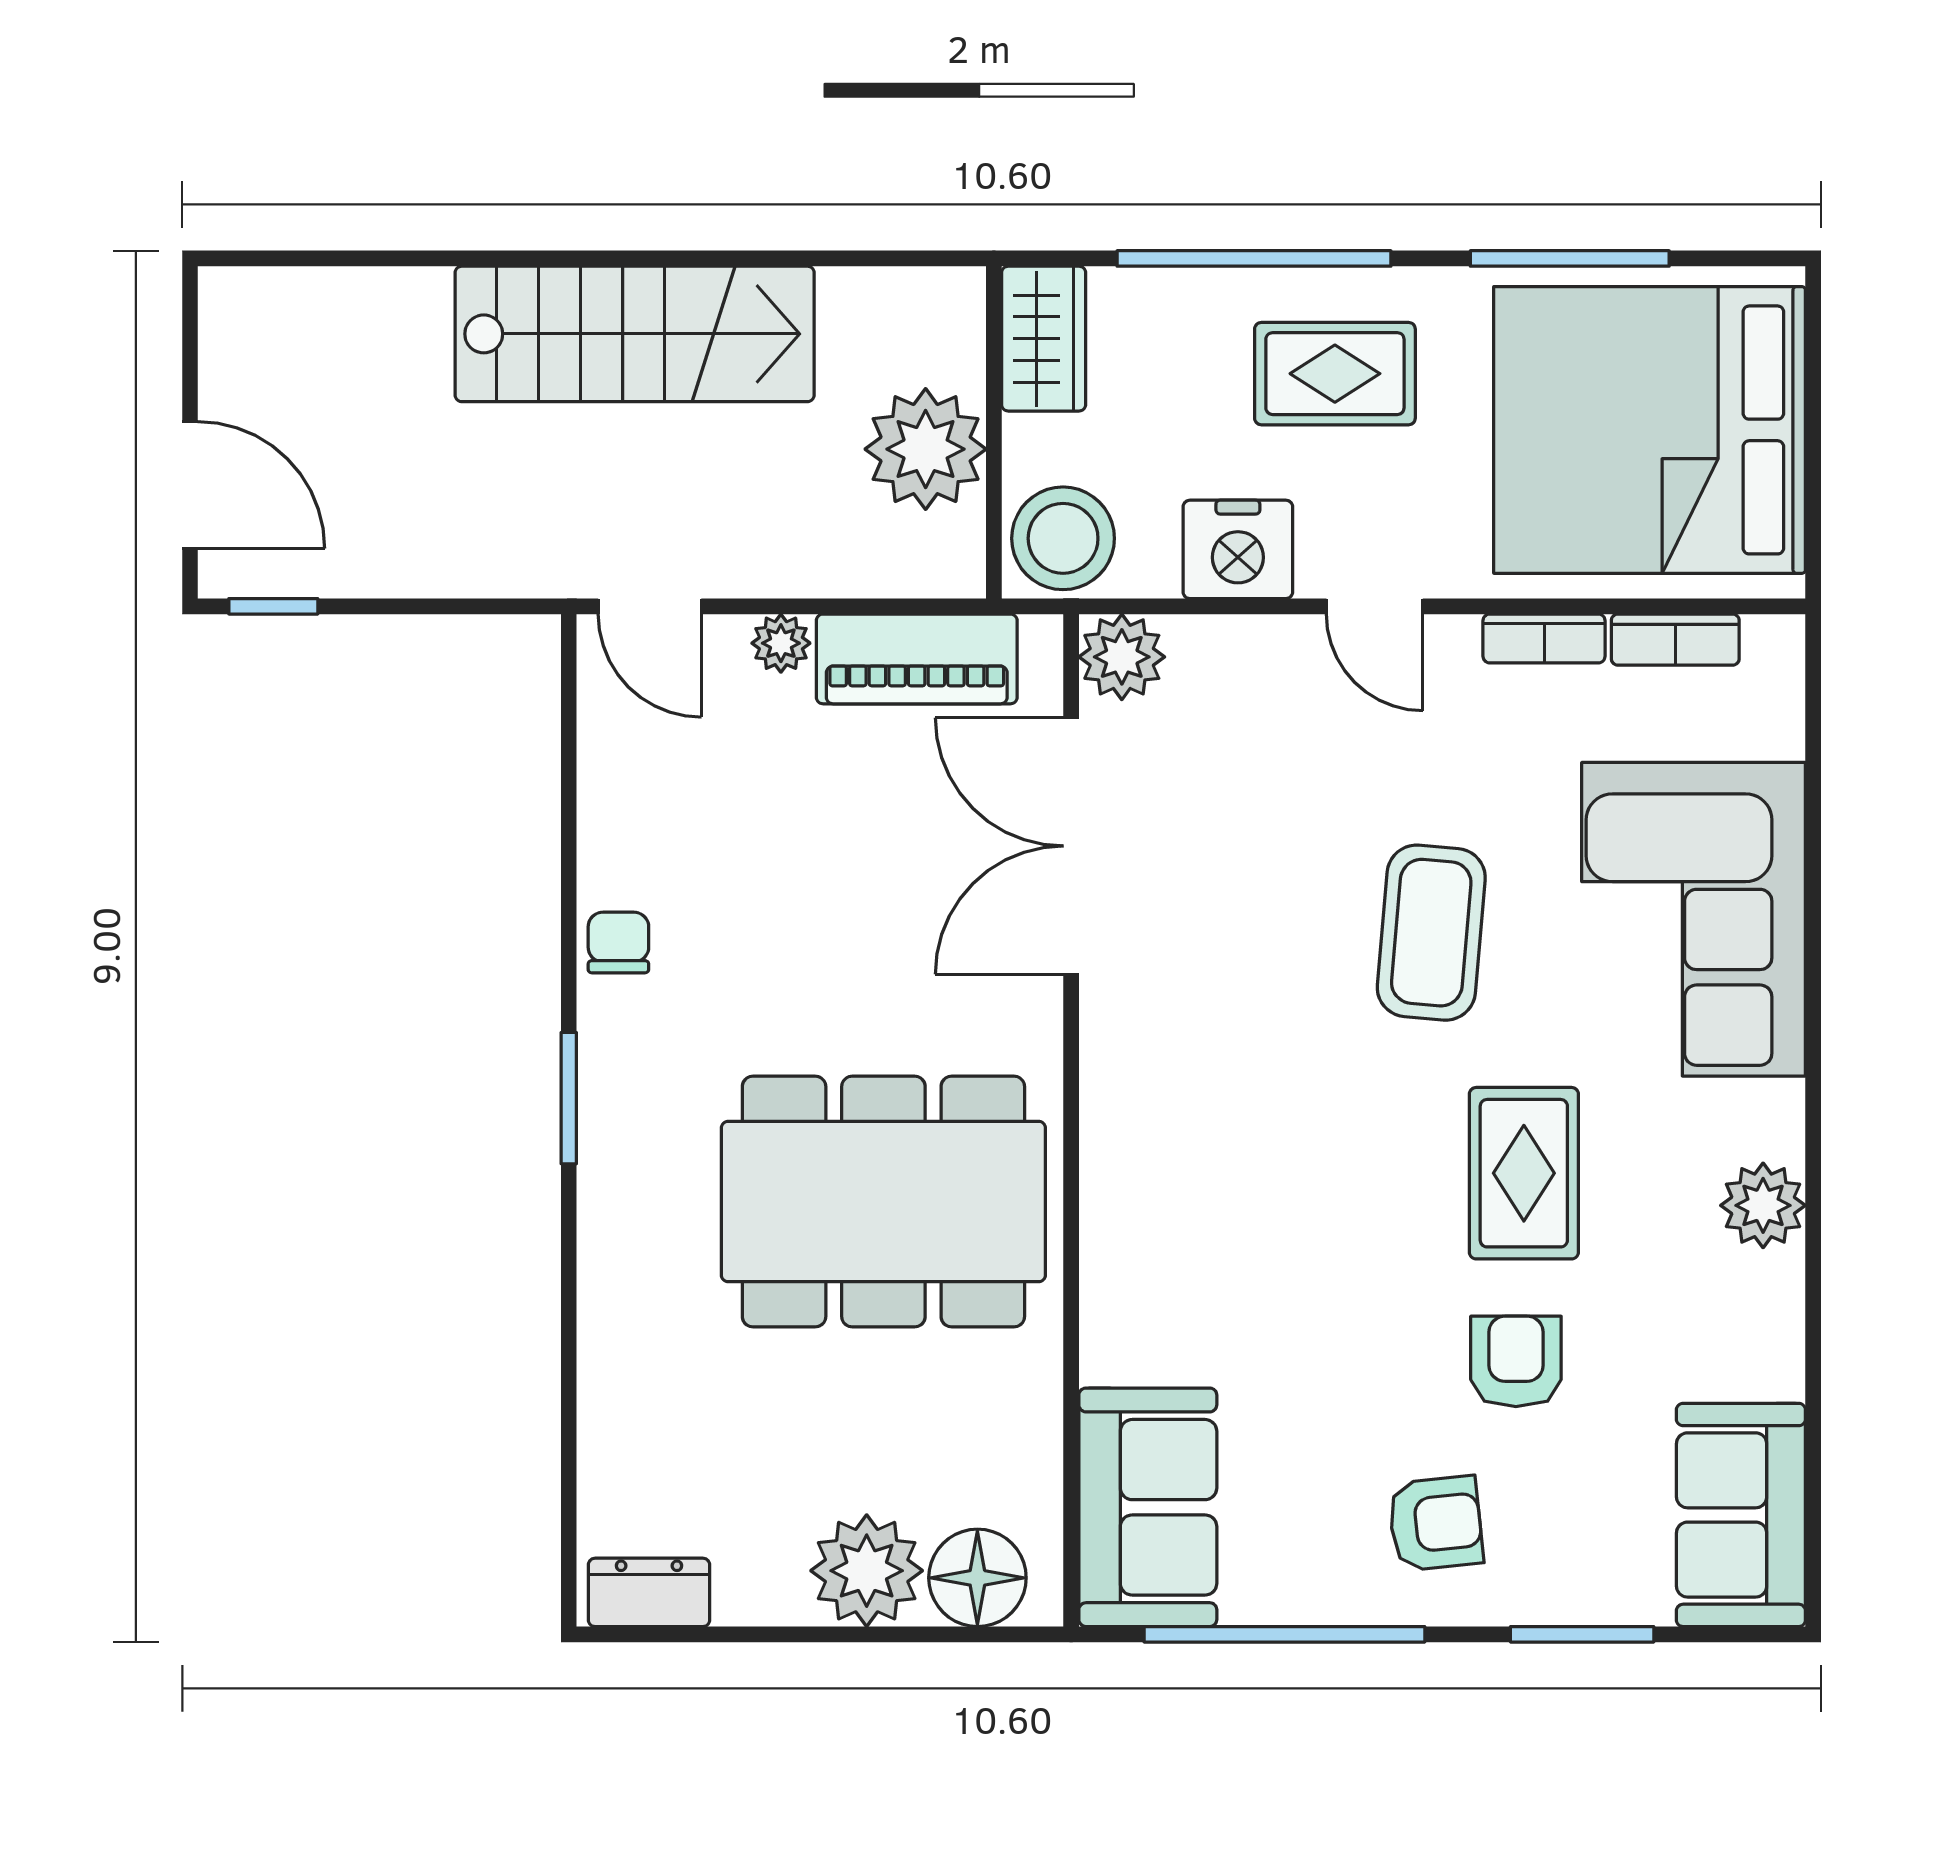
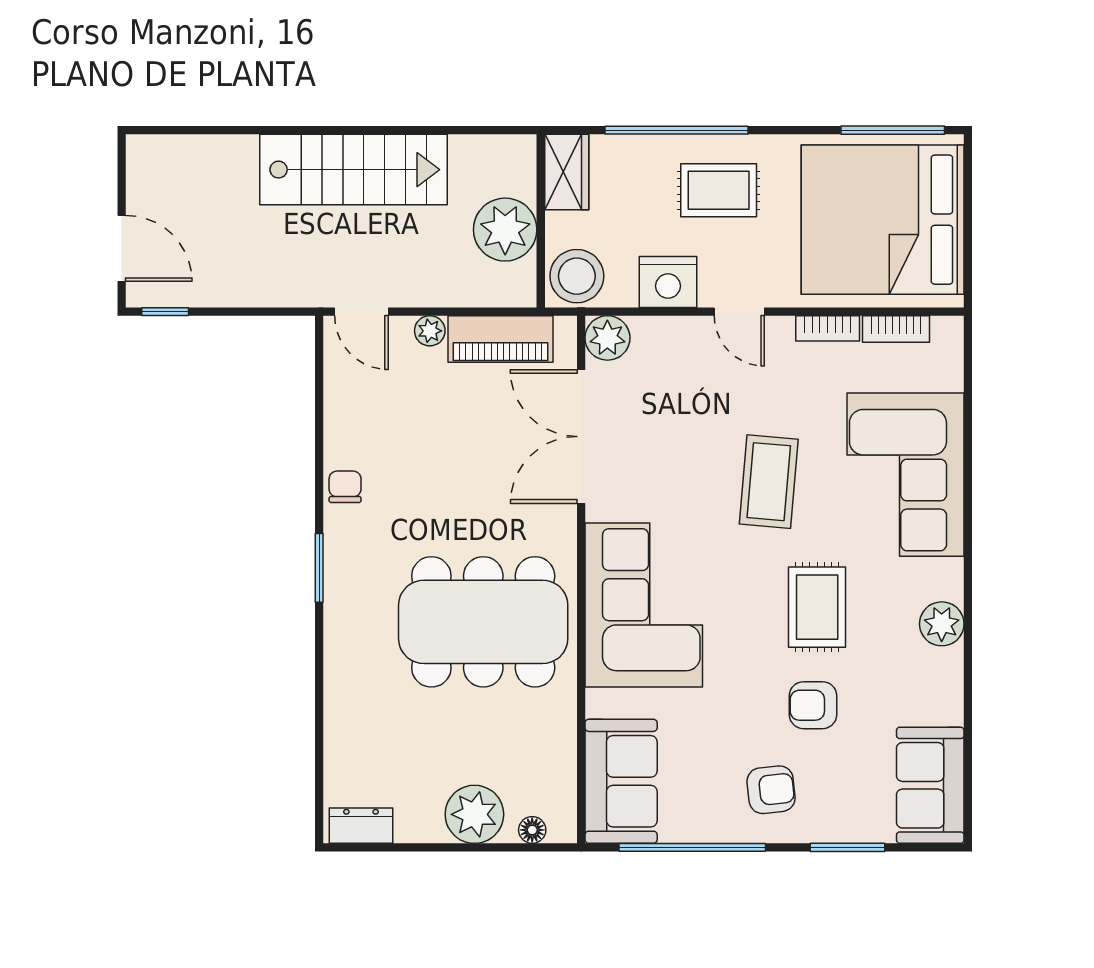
window: (1570, 258) -> (893, 130), moved
corner sofa: (1191, 1169) -> (644, 605), added
armchair: (1516, 1361) -> (813, 705), turned -90
floor lamp: (977, 1578) -> (532, 830), width x0.53, depth x0.53

